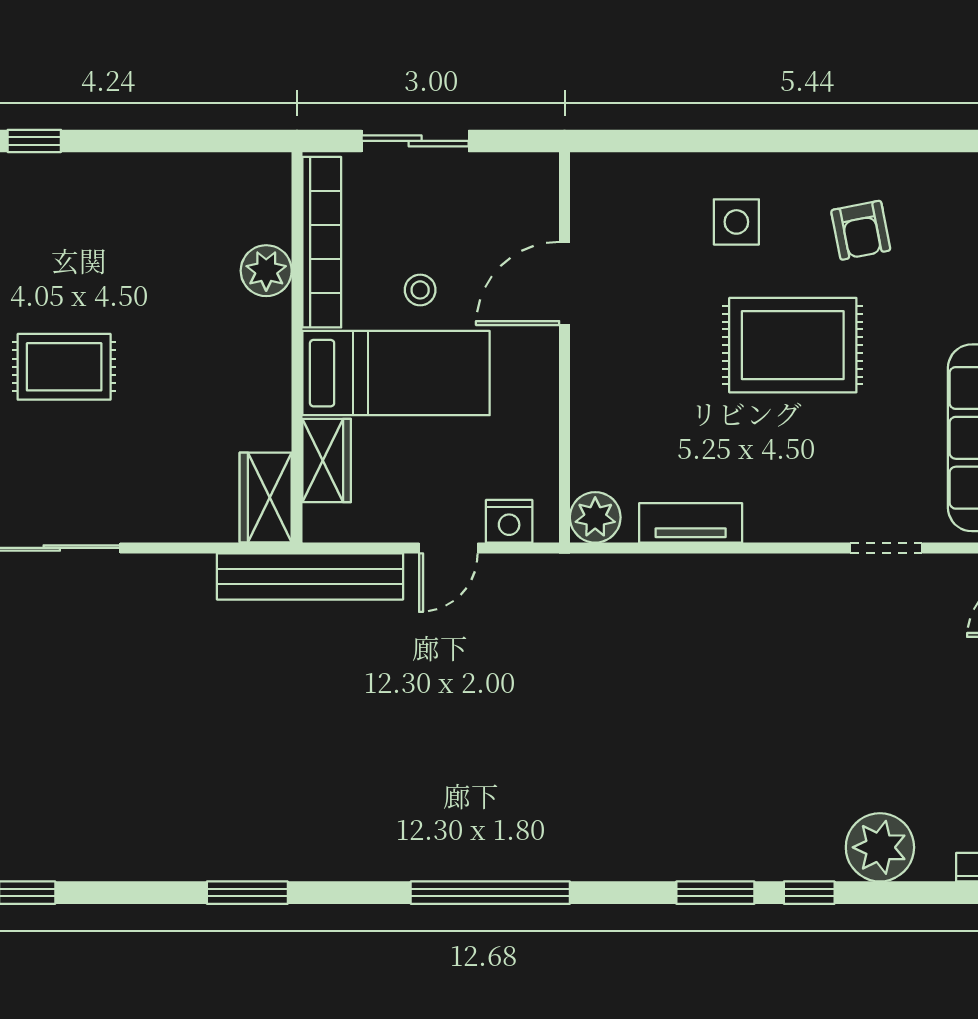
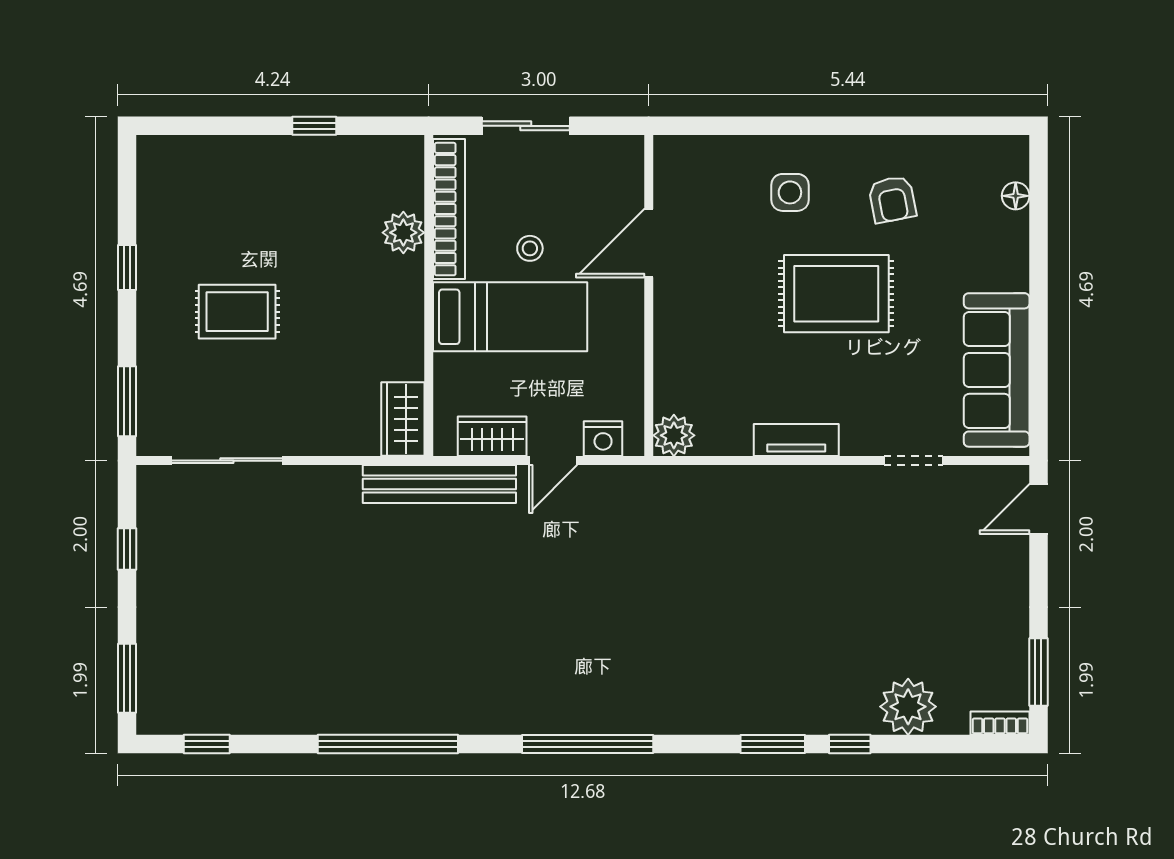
window: (34, 141) -> (314, 126), moved
wardrobe: (327, 460) -> (492, 436), moved, turned -90
tv unit: (691, 523) -> (796, 440), moved
window: (247, 893) -> (388, 744), width x2.11

